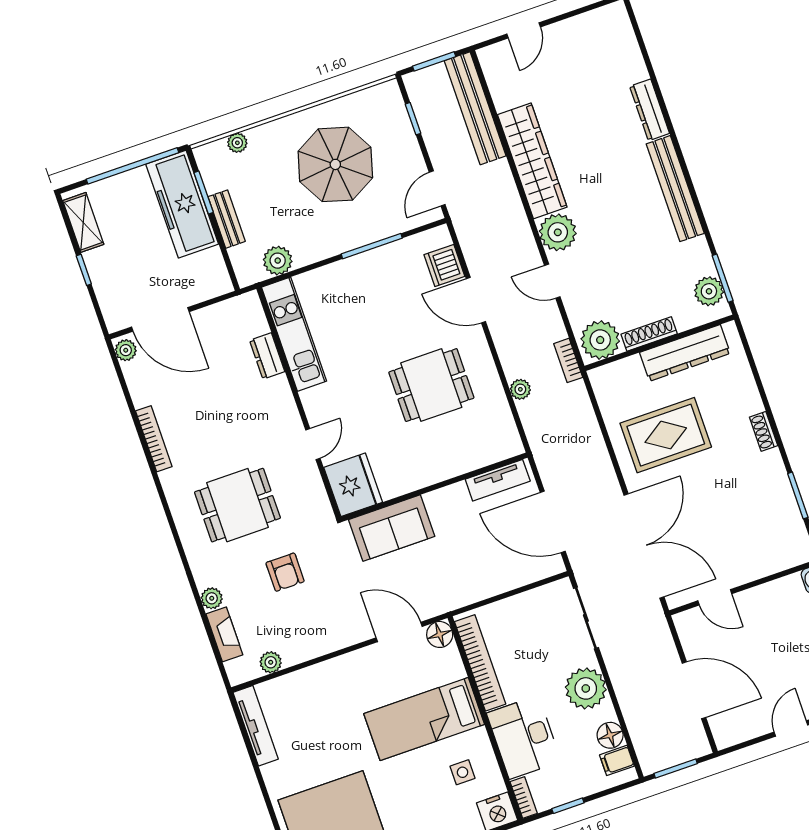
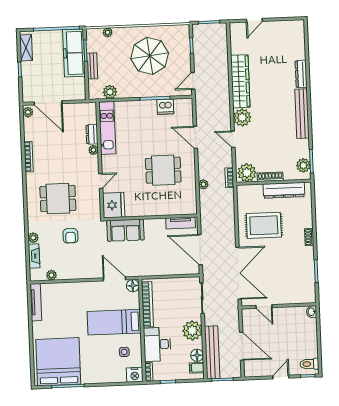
bench: (475, 108) -> (212, 352), moved
dishwasher: (444, 265) -> (165, 107), moved, turned -90
plant: (279, 387) -> (93, 150), added

